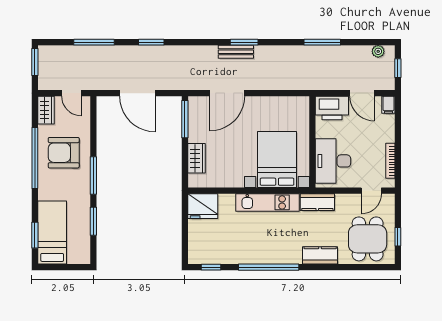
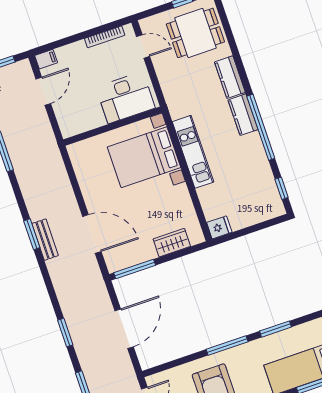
printer: (332, 108) -> (70, 118), removed
kitchen counter: (317, 202) -> (243, 115), moved, turned 180
fridge: (203, 206) -> (219, 227), width x0.53, depth x0.75

